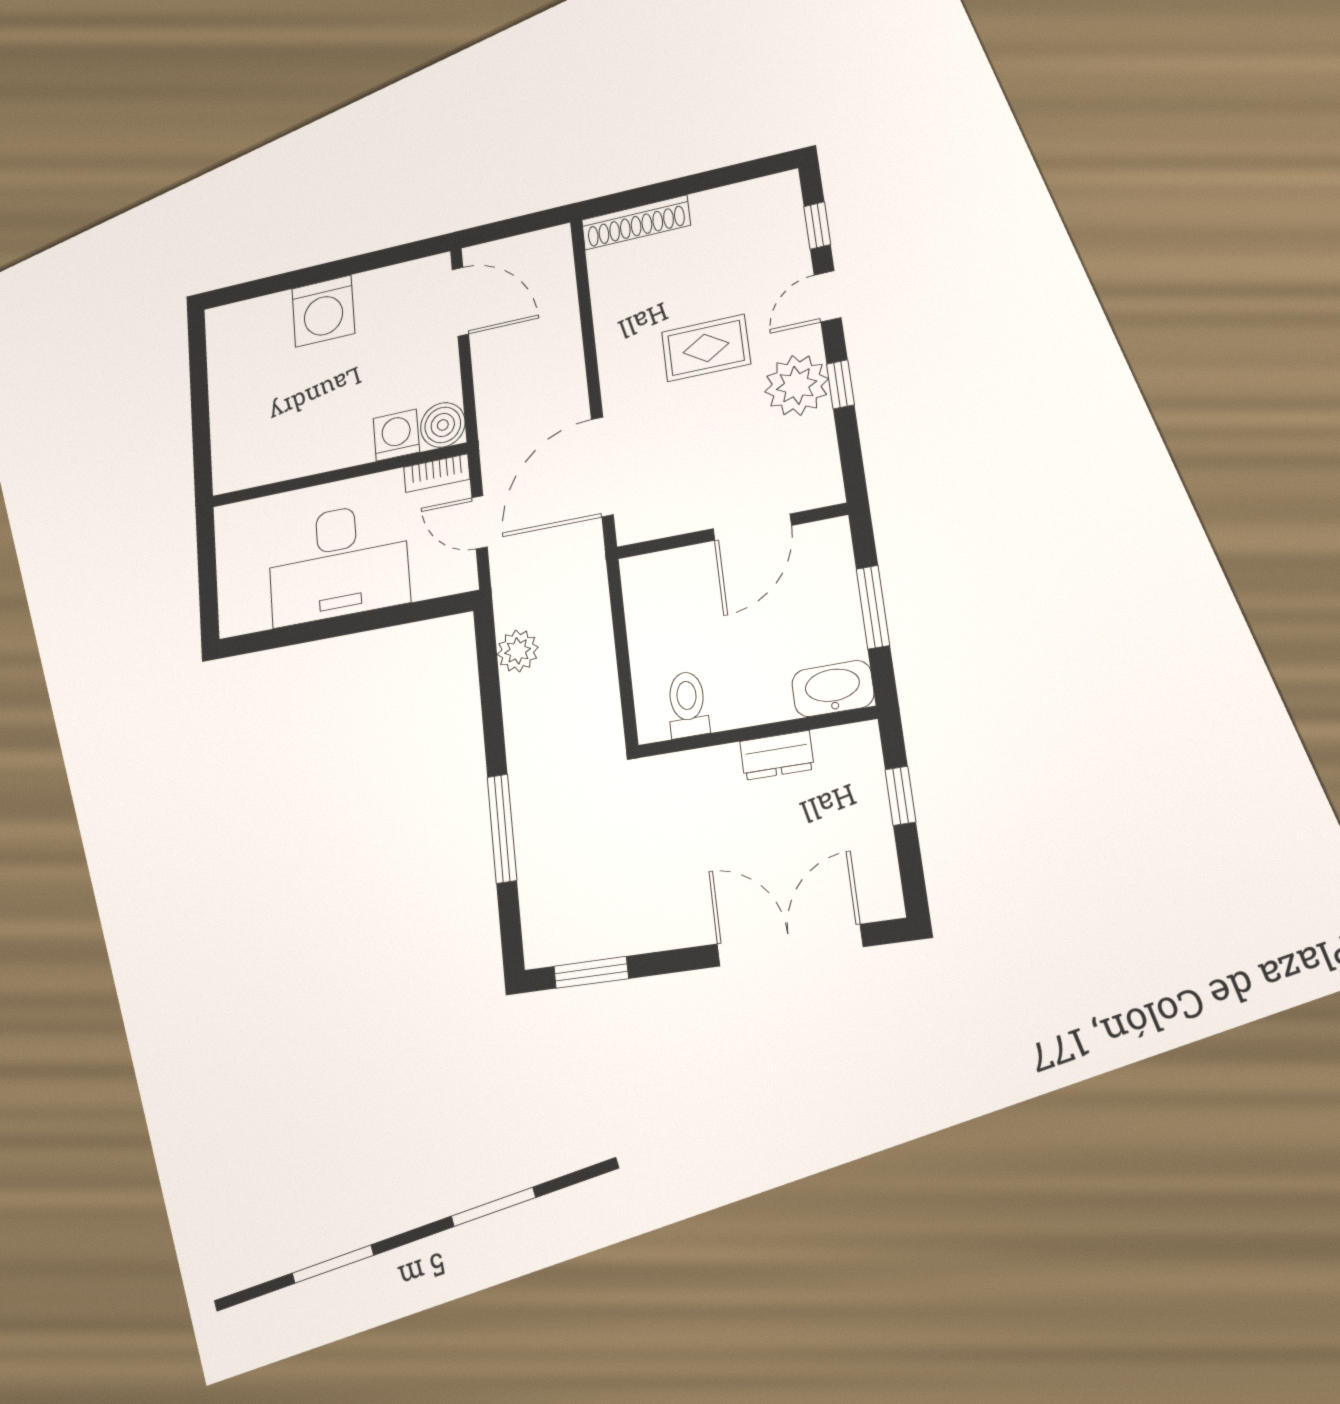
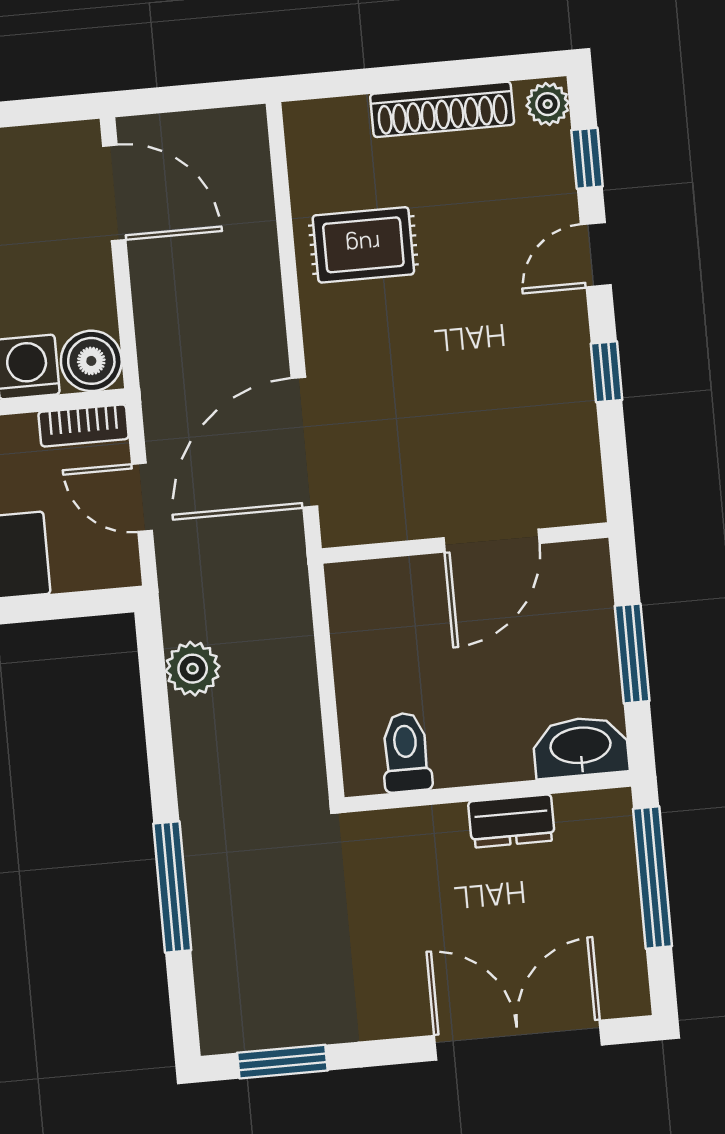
shoe rack: (636, 223) -> (442, 109), moved
rug: (706, 348) -> (363, 245), moved
plant: (797, 385) -> (548, 104), moved, width x0.53, depth x0.53
window: (900, 796) -> (653, 878), width x2.17

